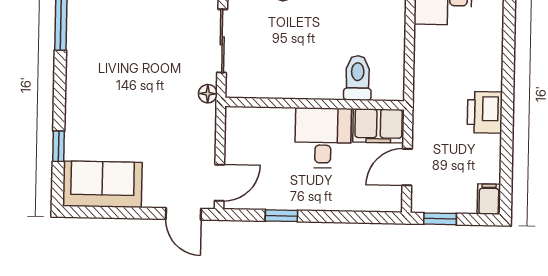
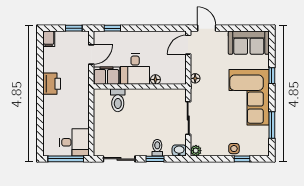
corner sofa: (104, 79) -> (249, 97), added
floor lamp: (208, 94) -> (195, 78), moved
floor lamp: (284, 117) -> (155, 80), added
window: (59, 146) -> (272, 76), moved
window: (281, 216) -> (112, 28), moved

